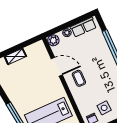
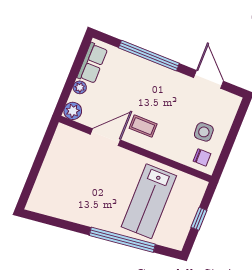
shelving: (15, 56) -> (47, 171), removed

